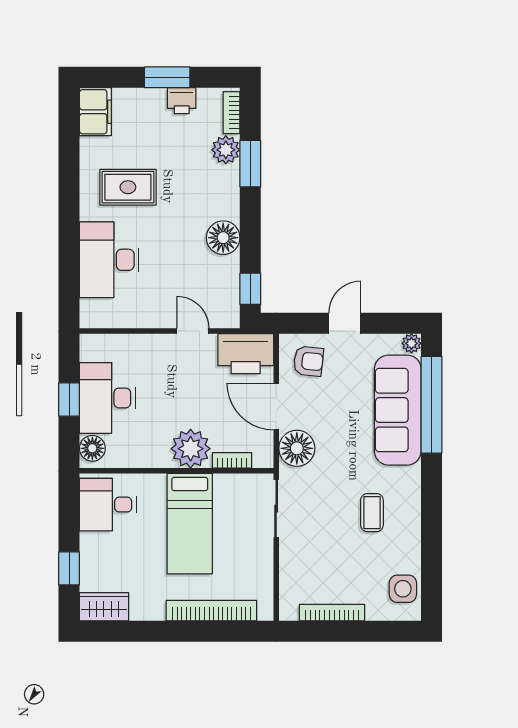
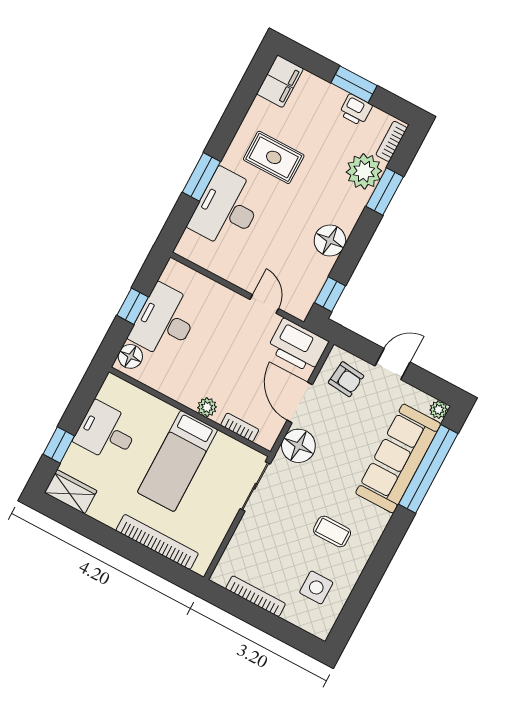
plant: (226, 150) -> (364, 171), width x1.36, depth x1.36
window: (69, 242) -> (201, 177), added
plant: (191, 449) -> (207, 407), width x0.53, depth x0.53
desk: (108, 505) -> (106, 432), moved
coffee table: (372, 513) -> (332, 532), turned 90
side table: (403, 589) -> (316, 587), moved

